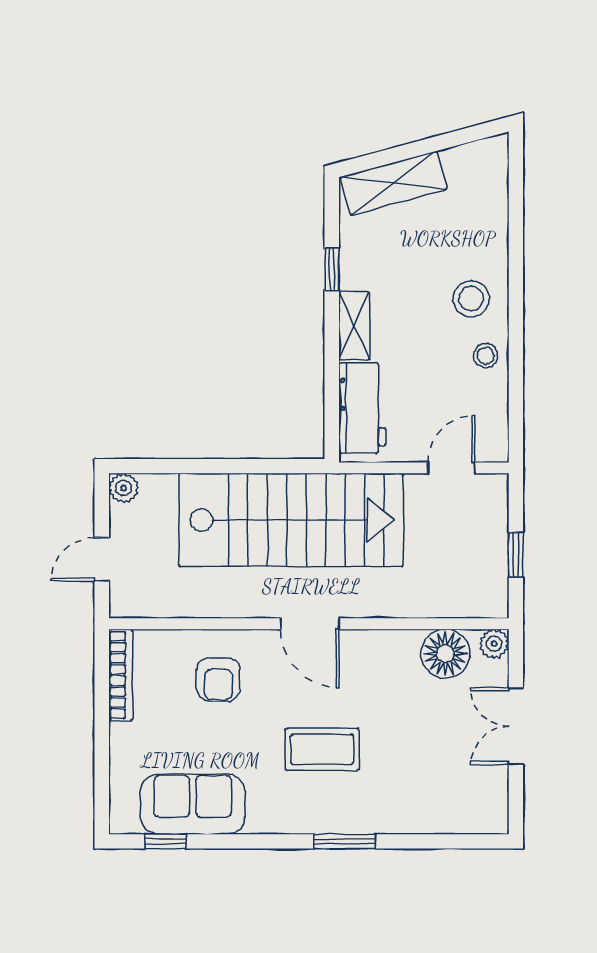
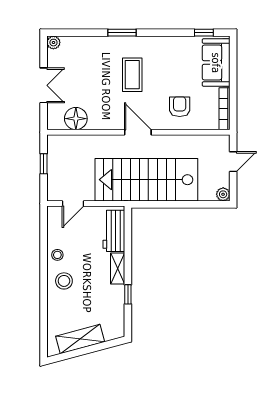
shelving: (394, 183) -> (80, 339), moved
plant: (494, 644) -> (53, 43), moved
coffee table: (322, 749) -> (132, 75), turned 90
sofa: (193, 804) -> (216, 63), moved, turned 90

